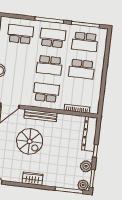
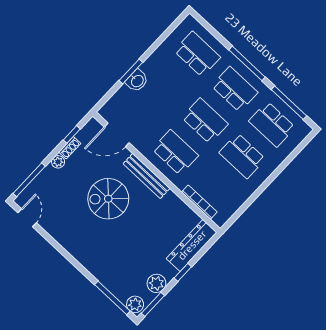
school desk: (49, 65) -> (205, 121), turned 180
spiral stairs: (30, 141) -> (108, 199), turned 90
wardrobe: (33, 179) -> (77, 249), removed

